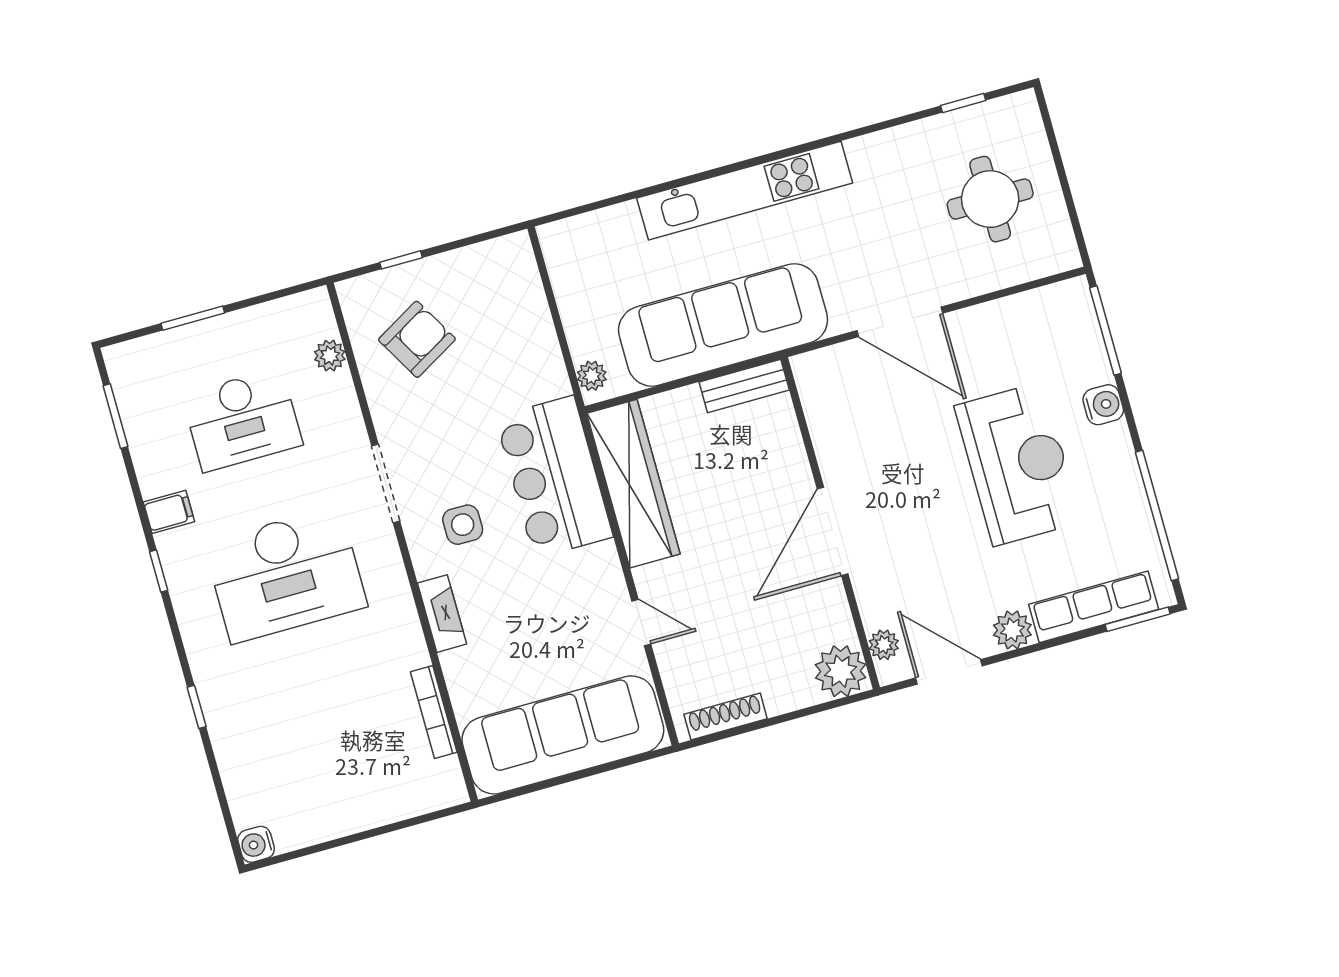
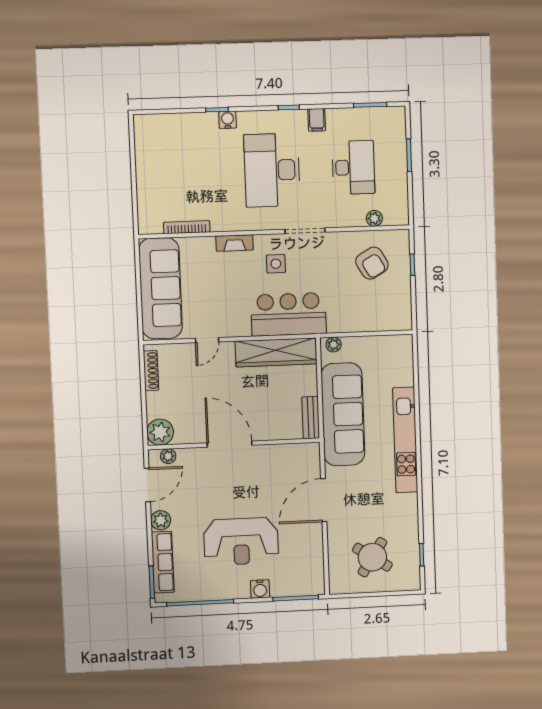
round table: (990, 199) -> (372, 557), turned 33
desk: (242, 420) -> (353, 167), turned 180
water cooler: (256, 844) -> (228, 120), moved

